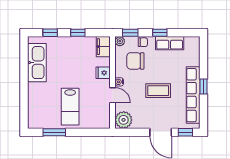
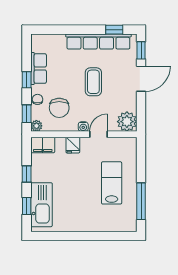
kitchen sink: (37, 63) -> (41, 205), moved, turned 90
window: (203, 87) -> (114, 30), moved
lab bench: (70, 107) -> (112, 183), turned -90
window: (54, 132) -> (141, 201), width x1.44

